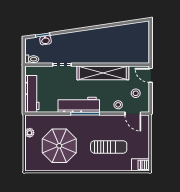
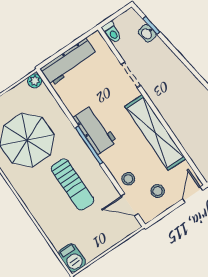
workbench: (79, 105) -> (95, 130), width x0.73
door: (133, 114) -> (130, 205), hinge flipped
plant: (30, 133) -> (35, 81), moved
sun lounger: (109, 147) -> (72, 185), moved

